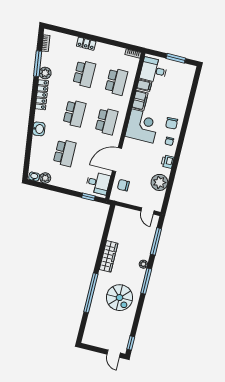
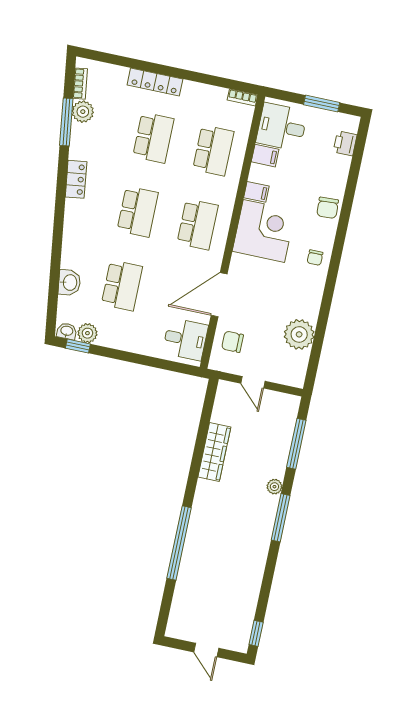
locker: (86, 44) -> (155, 82), width x1.53
plant: (45, 73) -> (83, 112), moved
locker: (42, 95) -> (76, 179), width x0.66
filing cabinet: (140, 100) -> (256, 192), width x0.50
chair: (172, 123) -> (328, 208), moved
washbasin: (39, 129) -> (69, 282), moved
printer: (168, 162) -> (345, 143), moved
window: (88, 197) -> (78, 346), moved
door: (147, 211) -> (253, 382), moved
wardrobe: (109, 256) -> (214, 452), moved
spiral stairs: (120, 298) -> (232, 550), removed
door: (114, 354) -> (206, 650), moved

